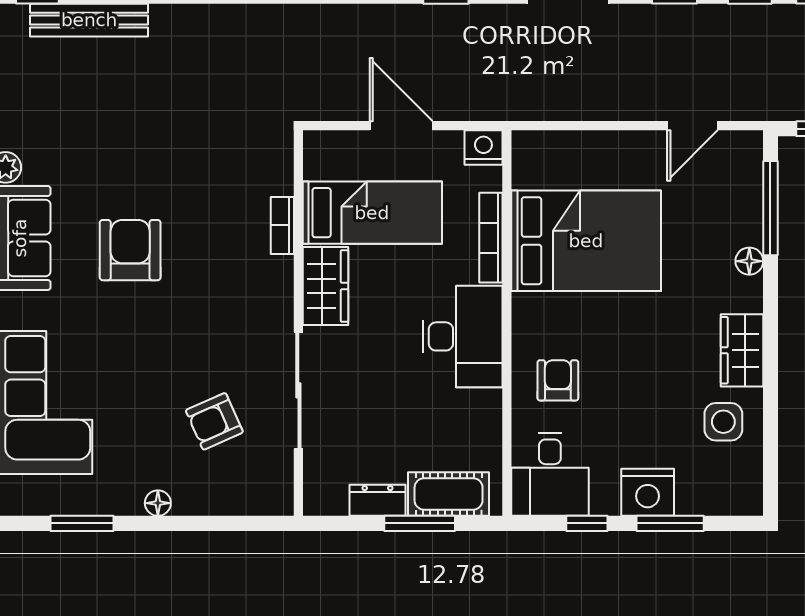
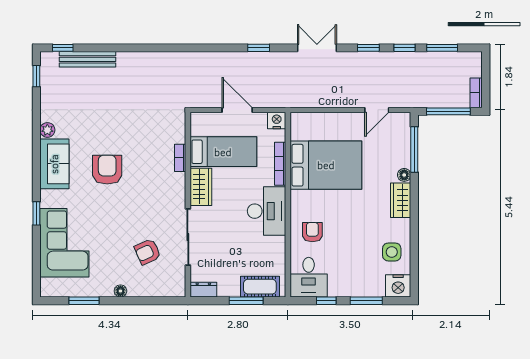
wardrobe: (742, 350) -> (401, 200), moved
nightstand: (648, 492) -> (398, 286), moved
dresser: (377, 500) -> (203, 290), moved

